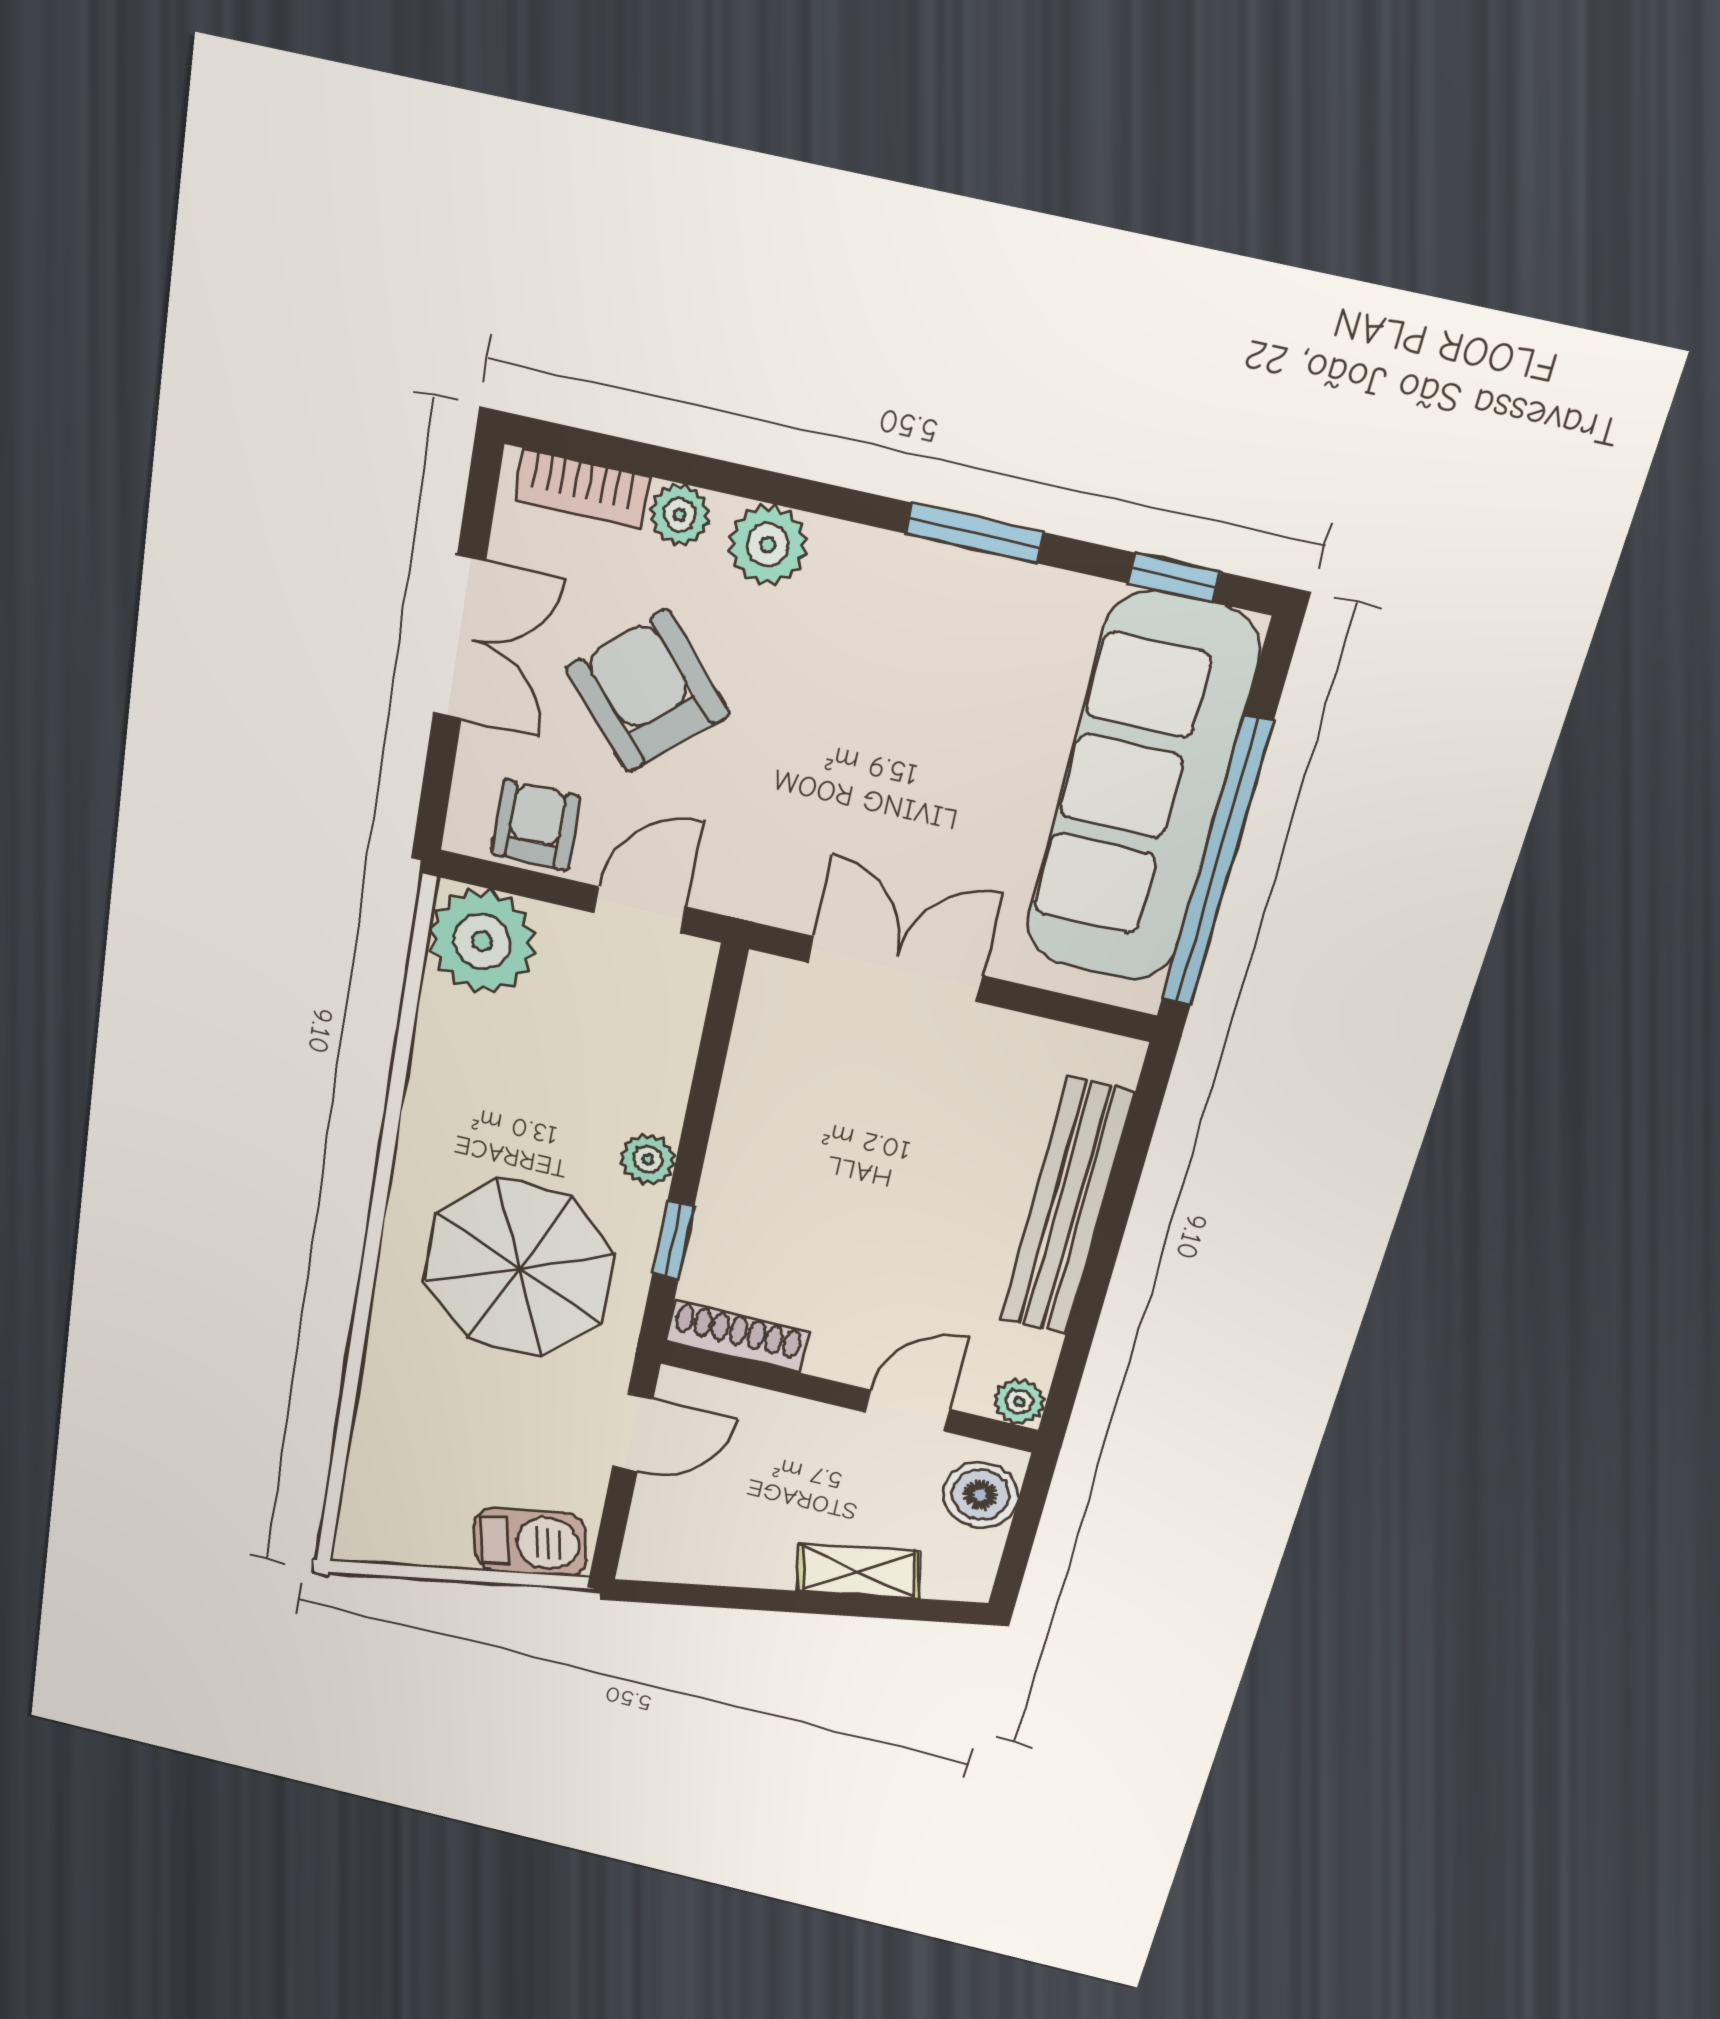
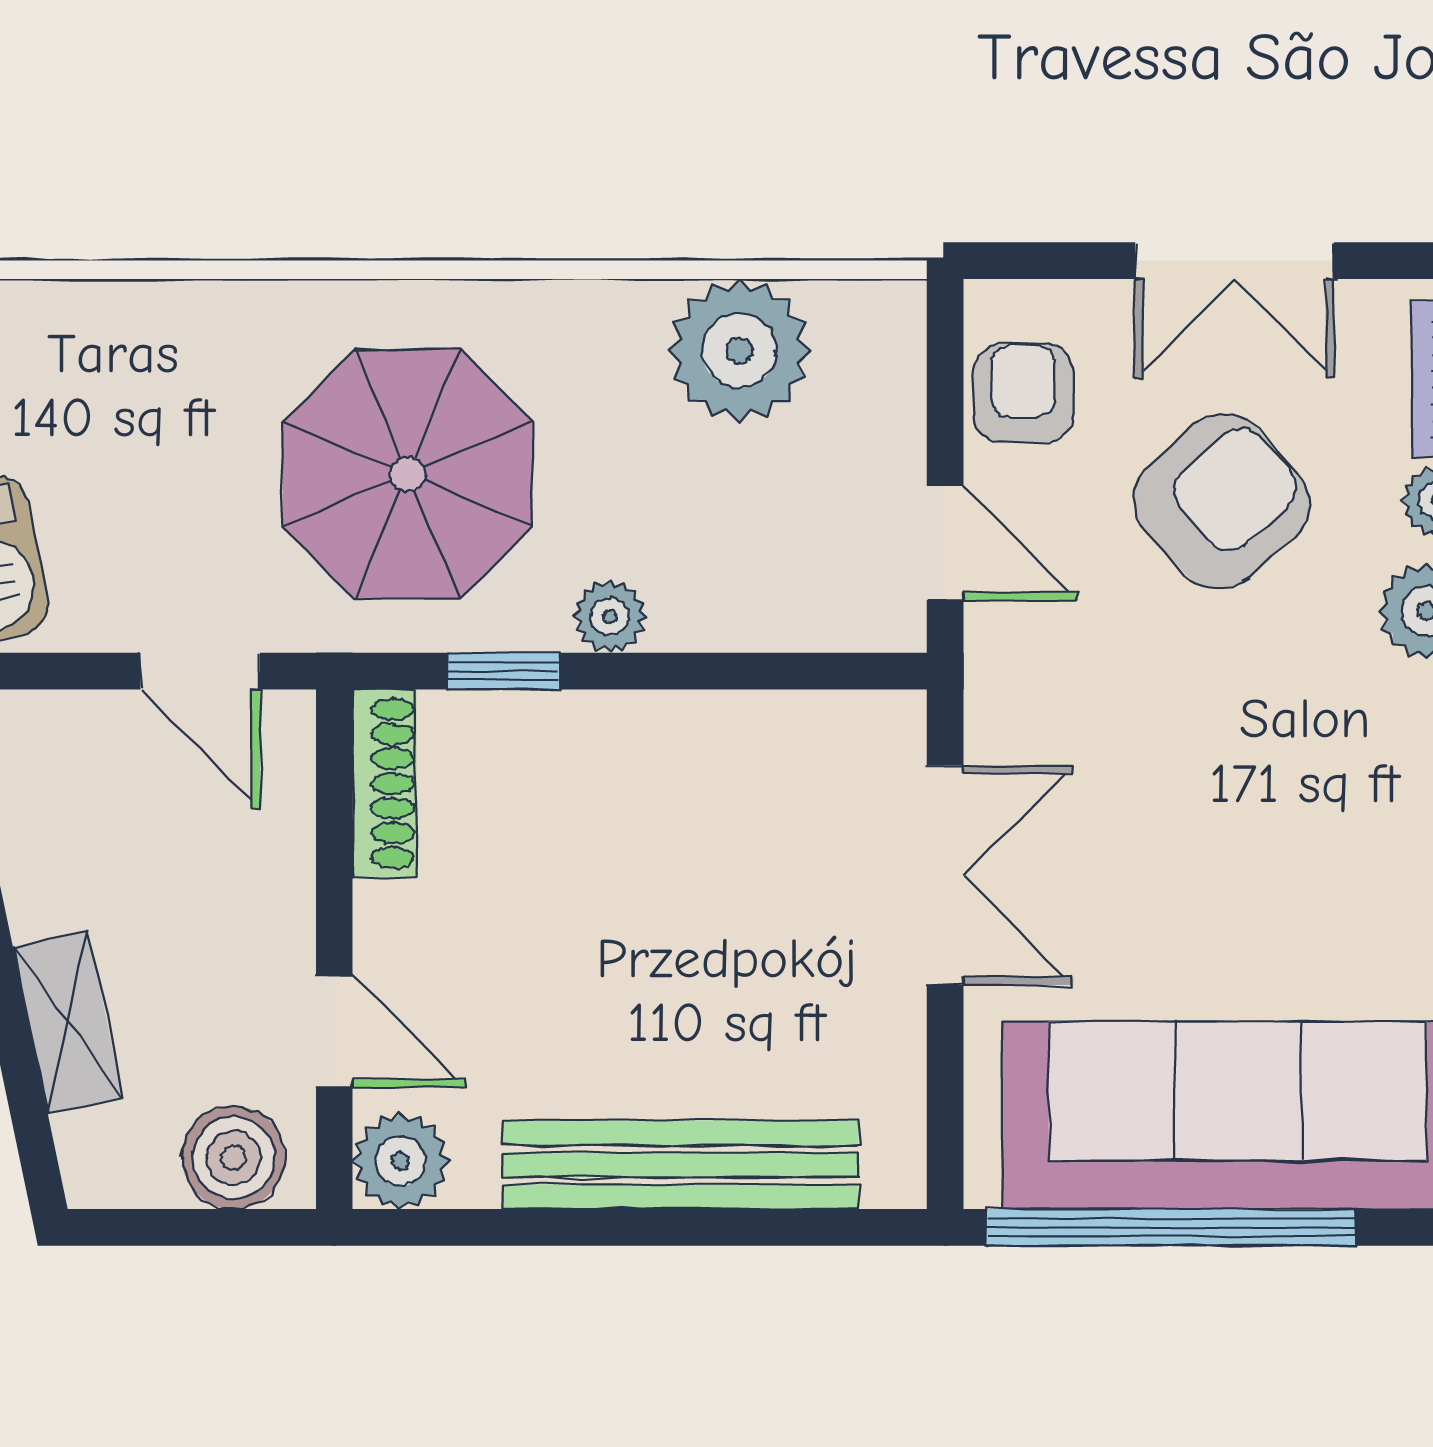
armchair: (536, 825) -> (1023, 393), turned -90
plant: (482, 941) -> (739, 350), moved
plant: (1019, 1402) -> (401, 1161), width x1.38, depth x1.38

